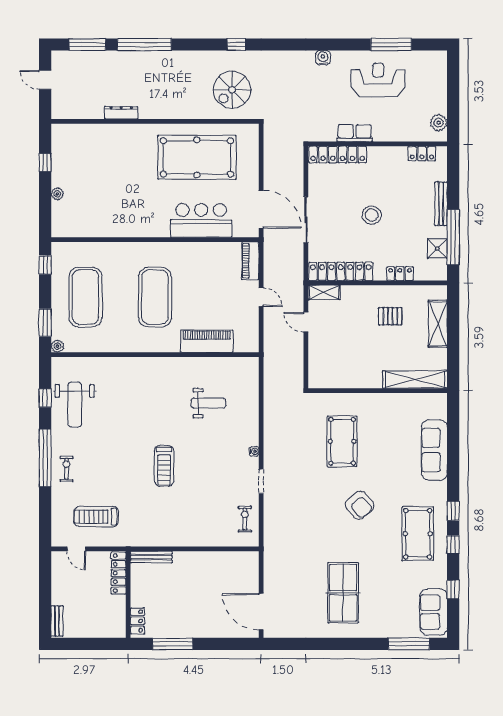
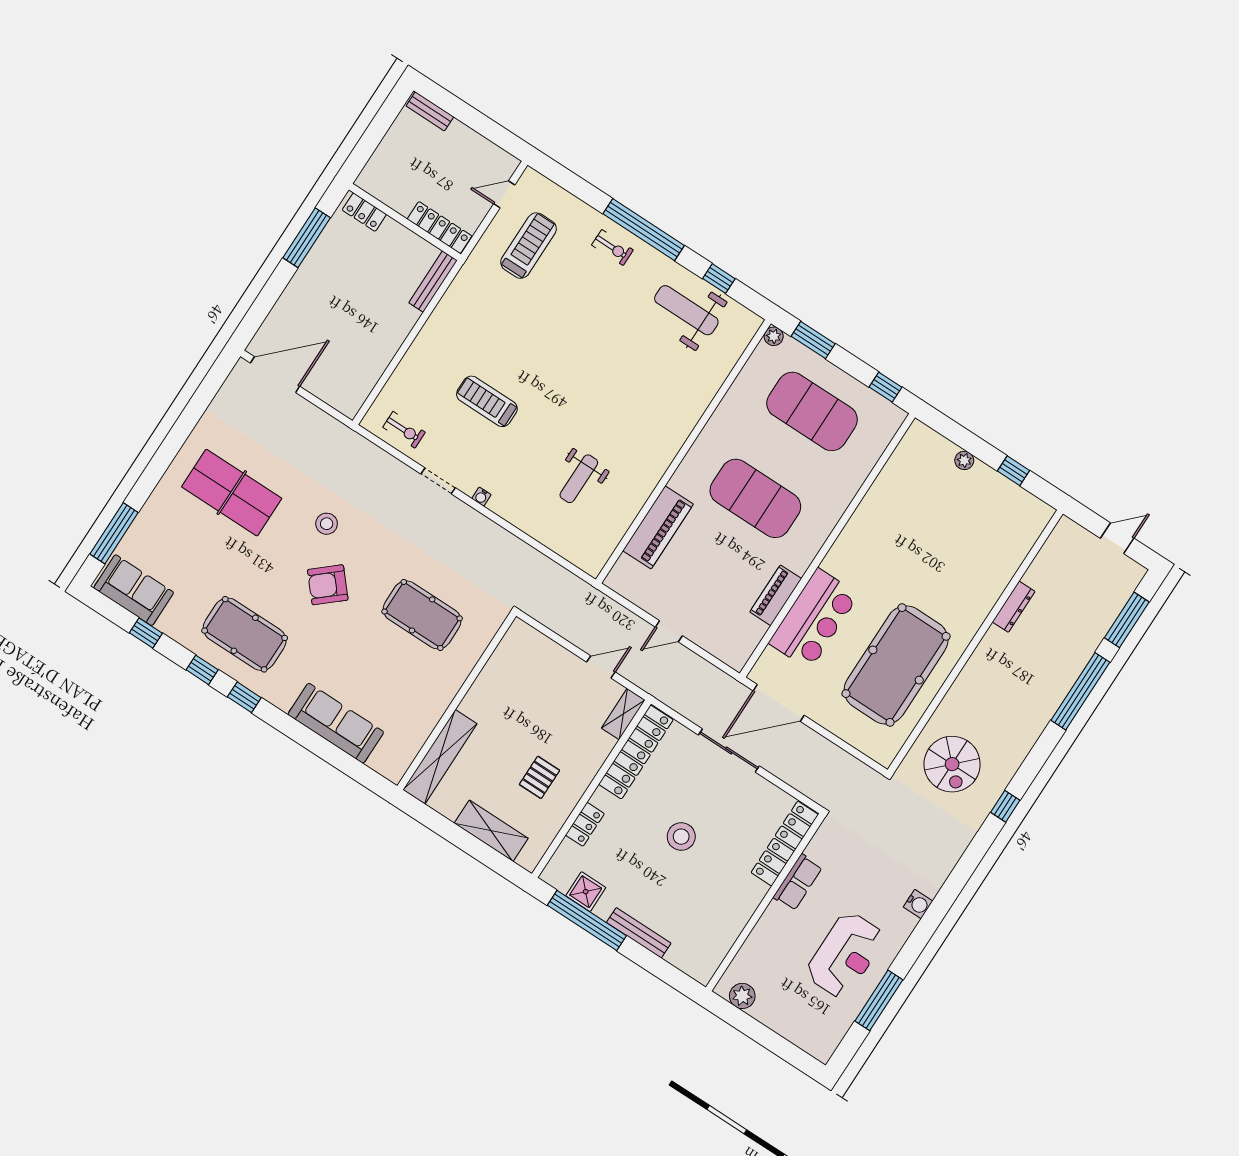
spiral stairs: (232, 90) -> (952, 764), turned 180
locker: (422, 153) -> (717, 950), removed
piano: (250, 261) -> (776, 595), moved, turned -90
treadmill: (164, 466) -> (487, 401), moved
stool: (326, 528) -> (327, 524), added

